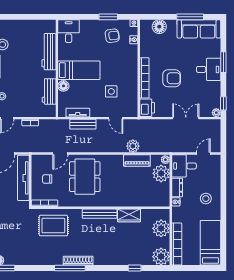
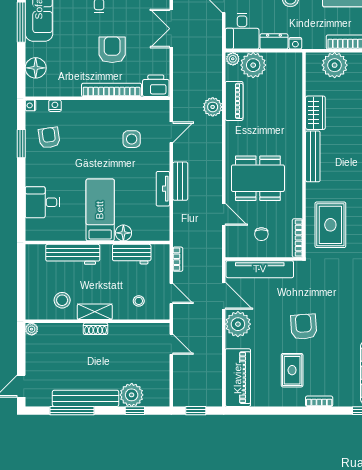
workbench: (49, 52) -> (73, 254), moved
wall: (57, 68) -> (97, 243), moved
bed: (79, 70) -> (100, 210), moved
floor lamp: (63, 86) -> (123, 233), moved
workbench: (49, 91) -> (132, 254), moved

